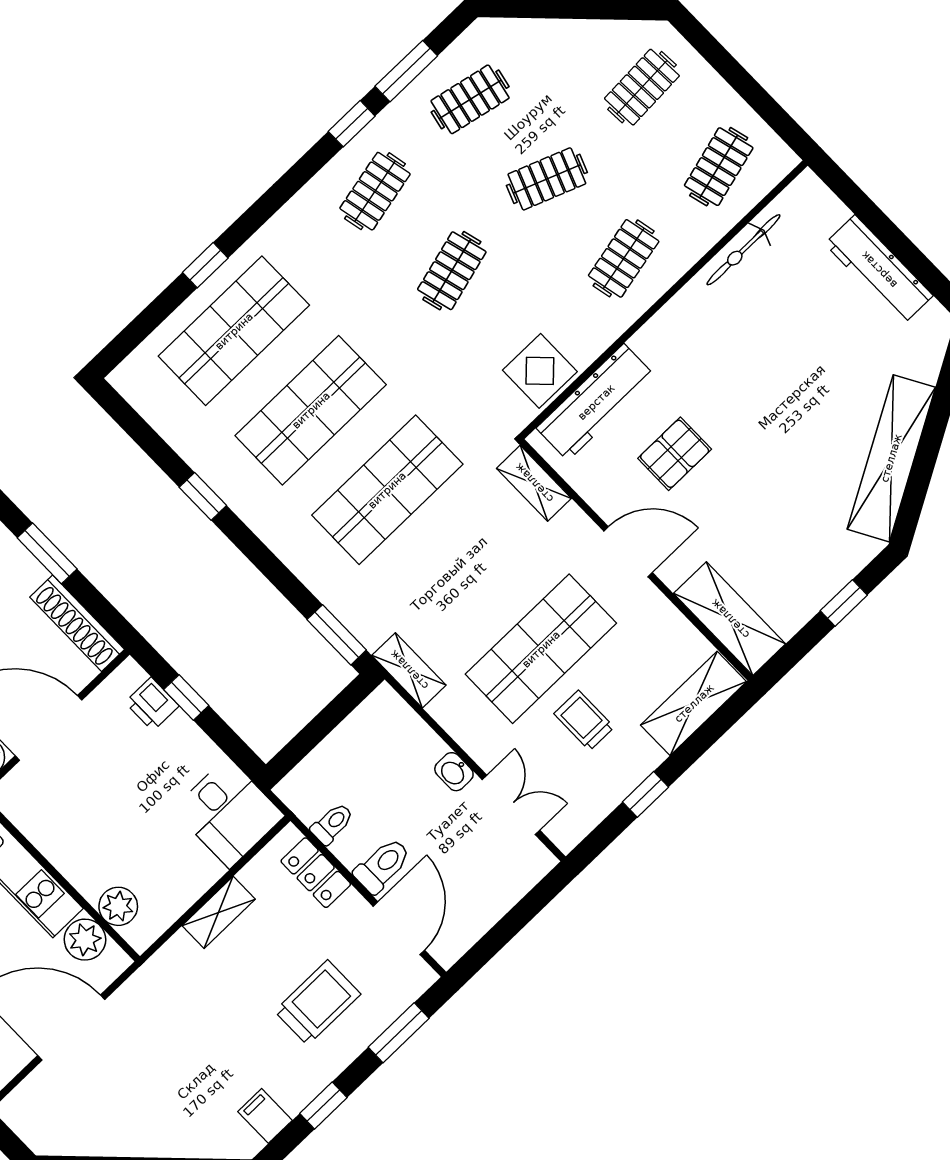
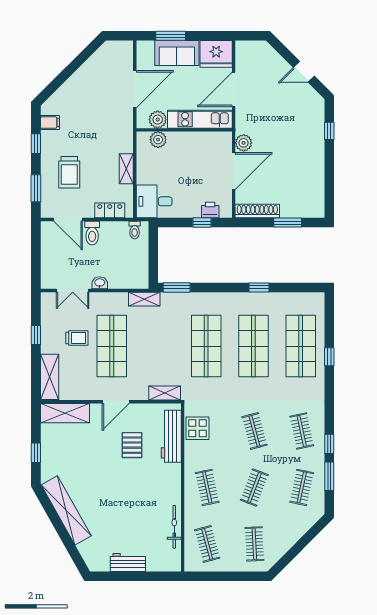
workbench: (879, 270) -> (128, 563), width x0.73
toilet: (332, 824) -> (135, 230), moved

